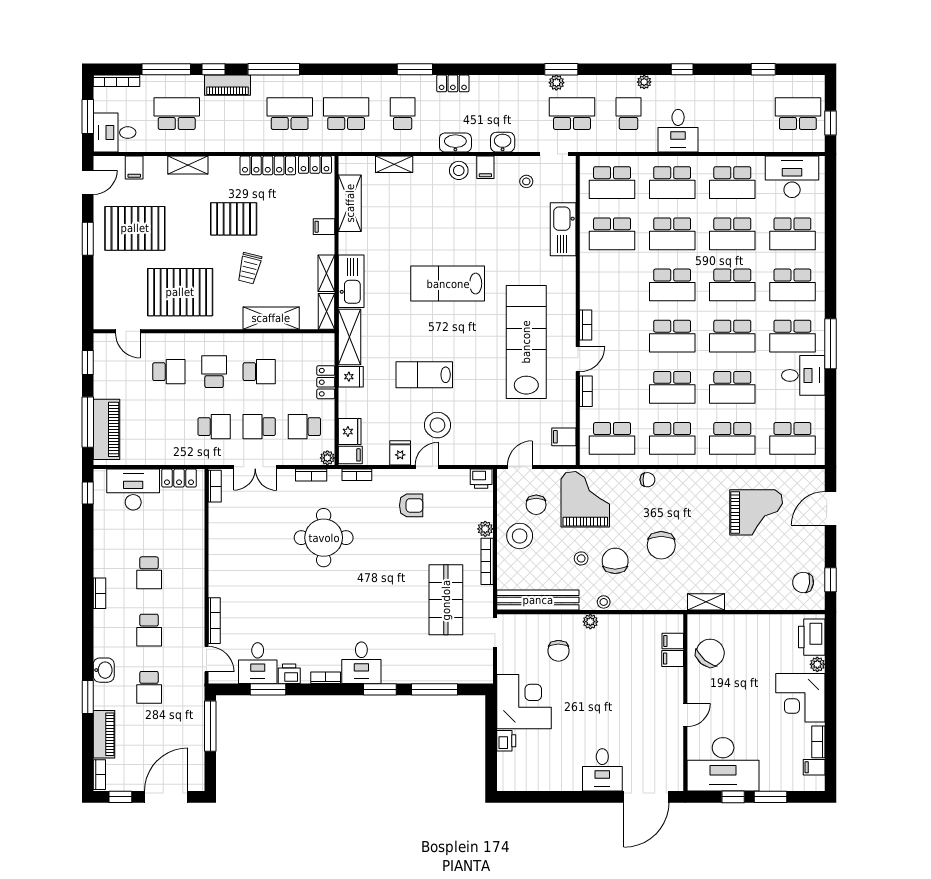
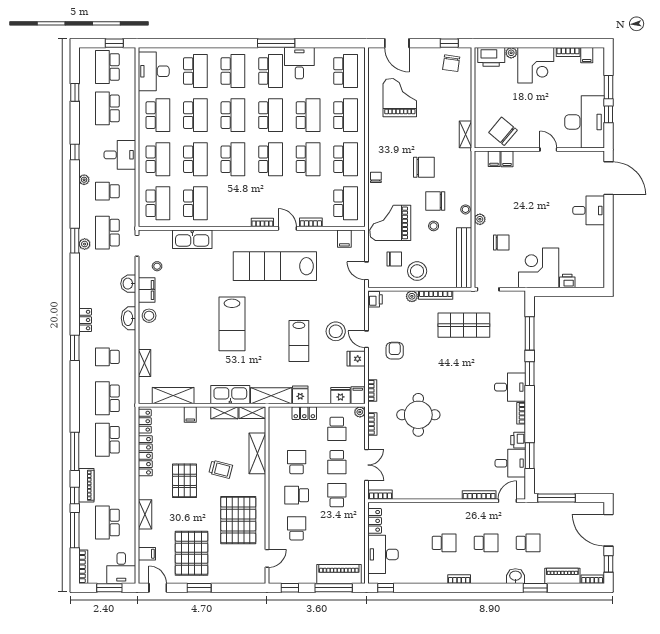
school desk: (741, 114) -> (107, 108), added
filing cabinet: (485, 167) -> (147, 290), width x2.00

